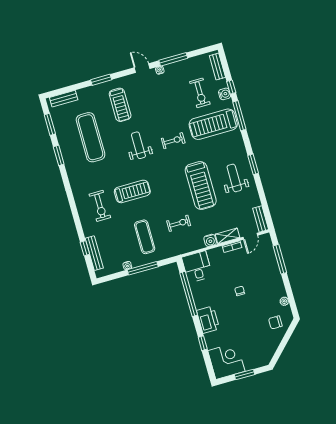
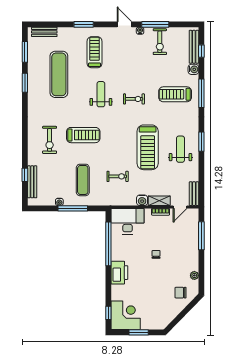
bench: (217, 67) -> (194, 47), width x1.36
window: (231, 87) -> (201, 51), moved
exercise bike: (200, 93) -> (160, 42), moved
treadmill: (120, 105) -> (95, 52), turned 180
treadmill: (213, 124) -> (175, 94), width x0.73, depth x0.73
desk: (197, 267) -> (128, 221), width x1.37
window: (203, 343) -> (108, 313), moved

